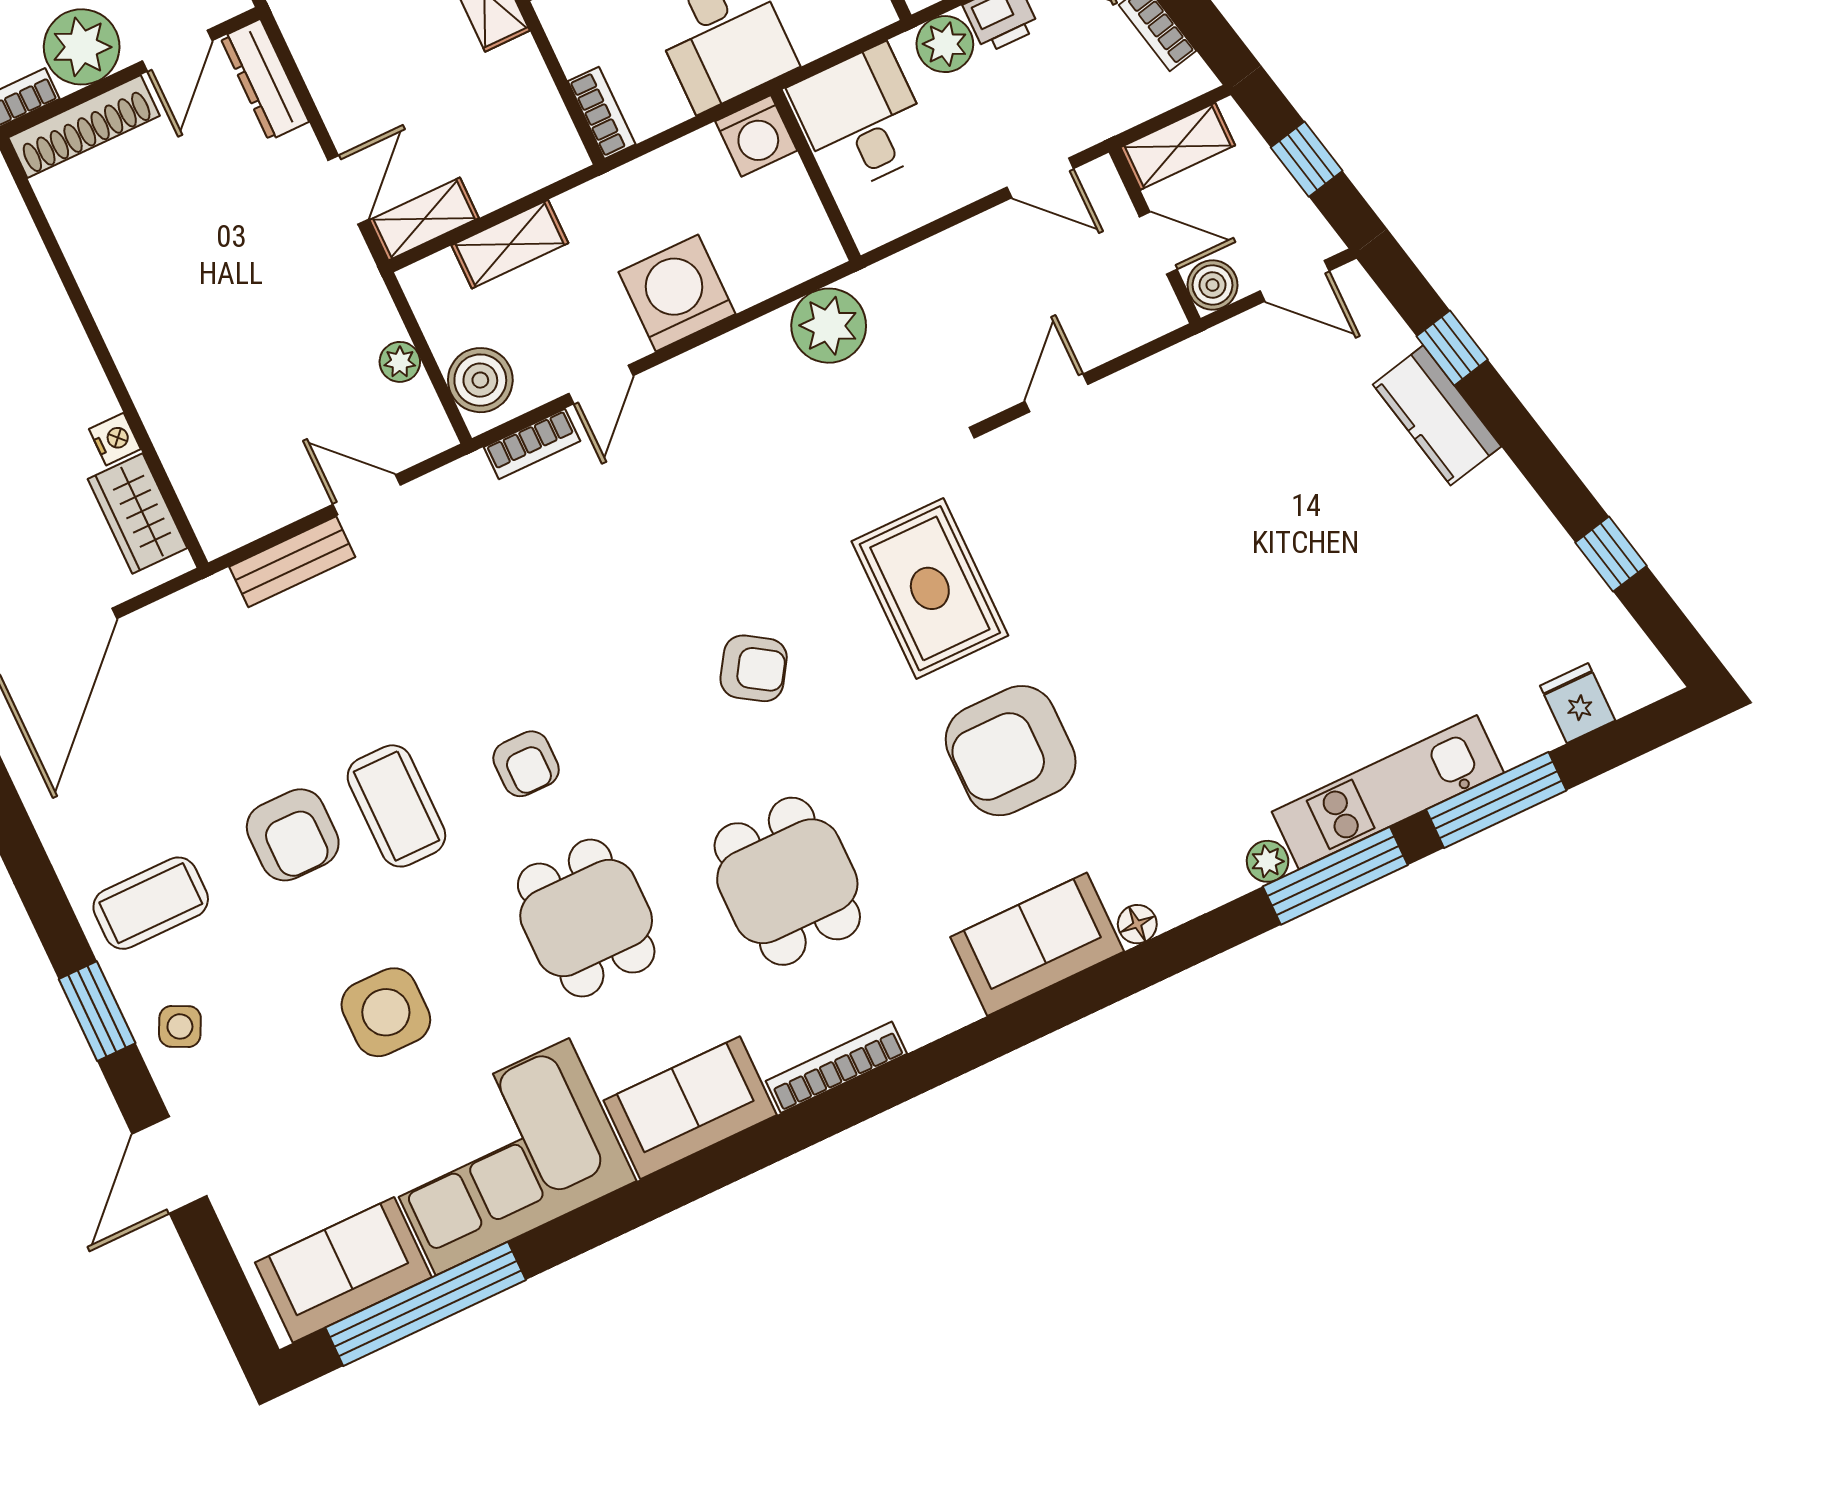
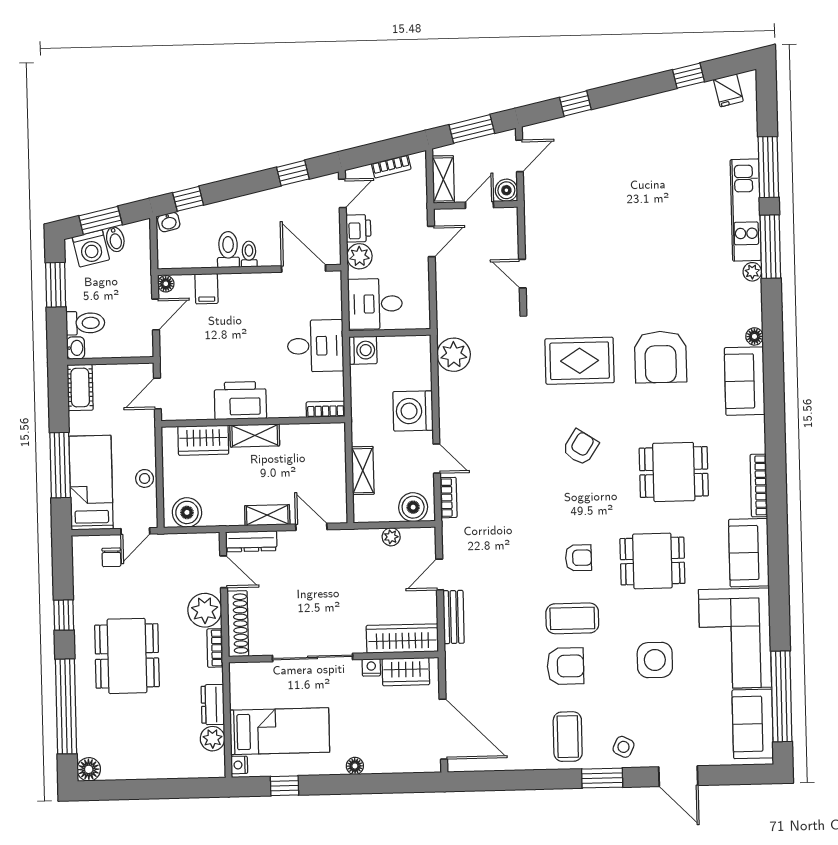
window: (1307, 159) -> (472, 129), width x1.50
shelving: (424, 219) -> (267, 515), moved, turned 90
sliding door: (82, 310) -> (313, 657), added
kitchen counter: (1437, 415) -> (600, 122), removed
wardrobe: (202, 477) -> (402, 638), added
fridge: (1578, 703) -> (728, 90), moved, turned -102

